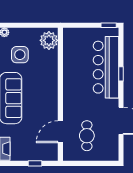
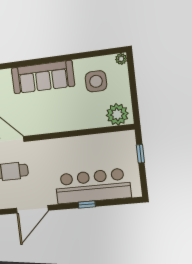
window: (109, 25) -> (140, 154), moved

